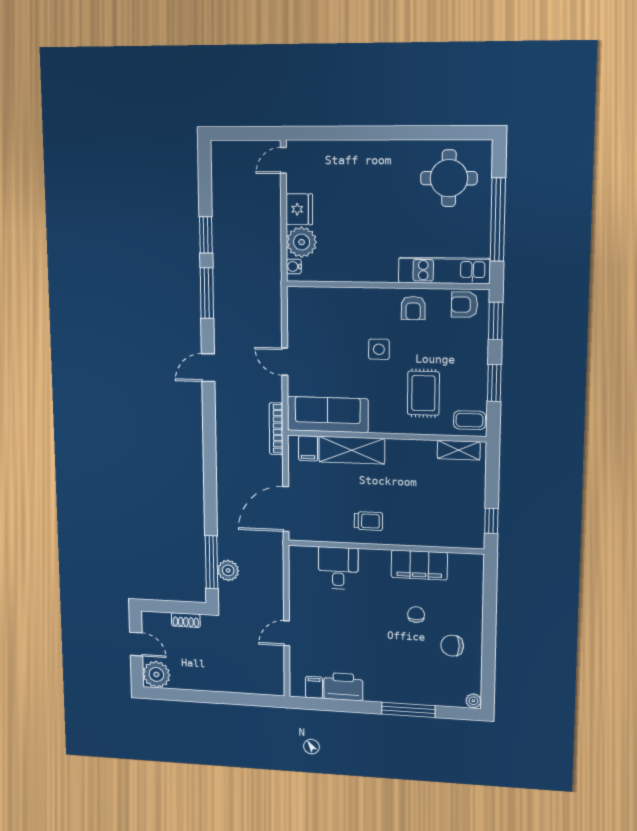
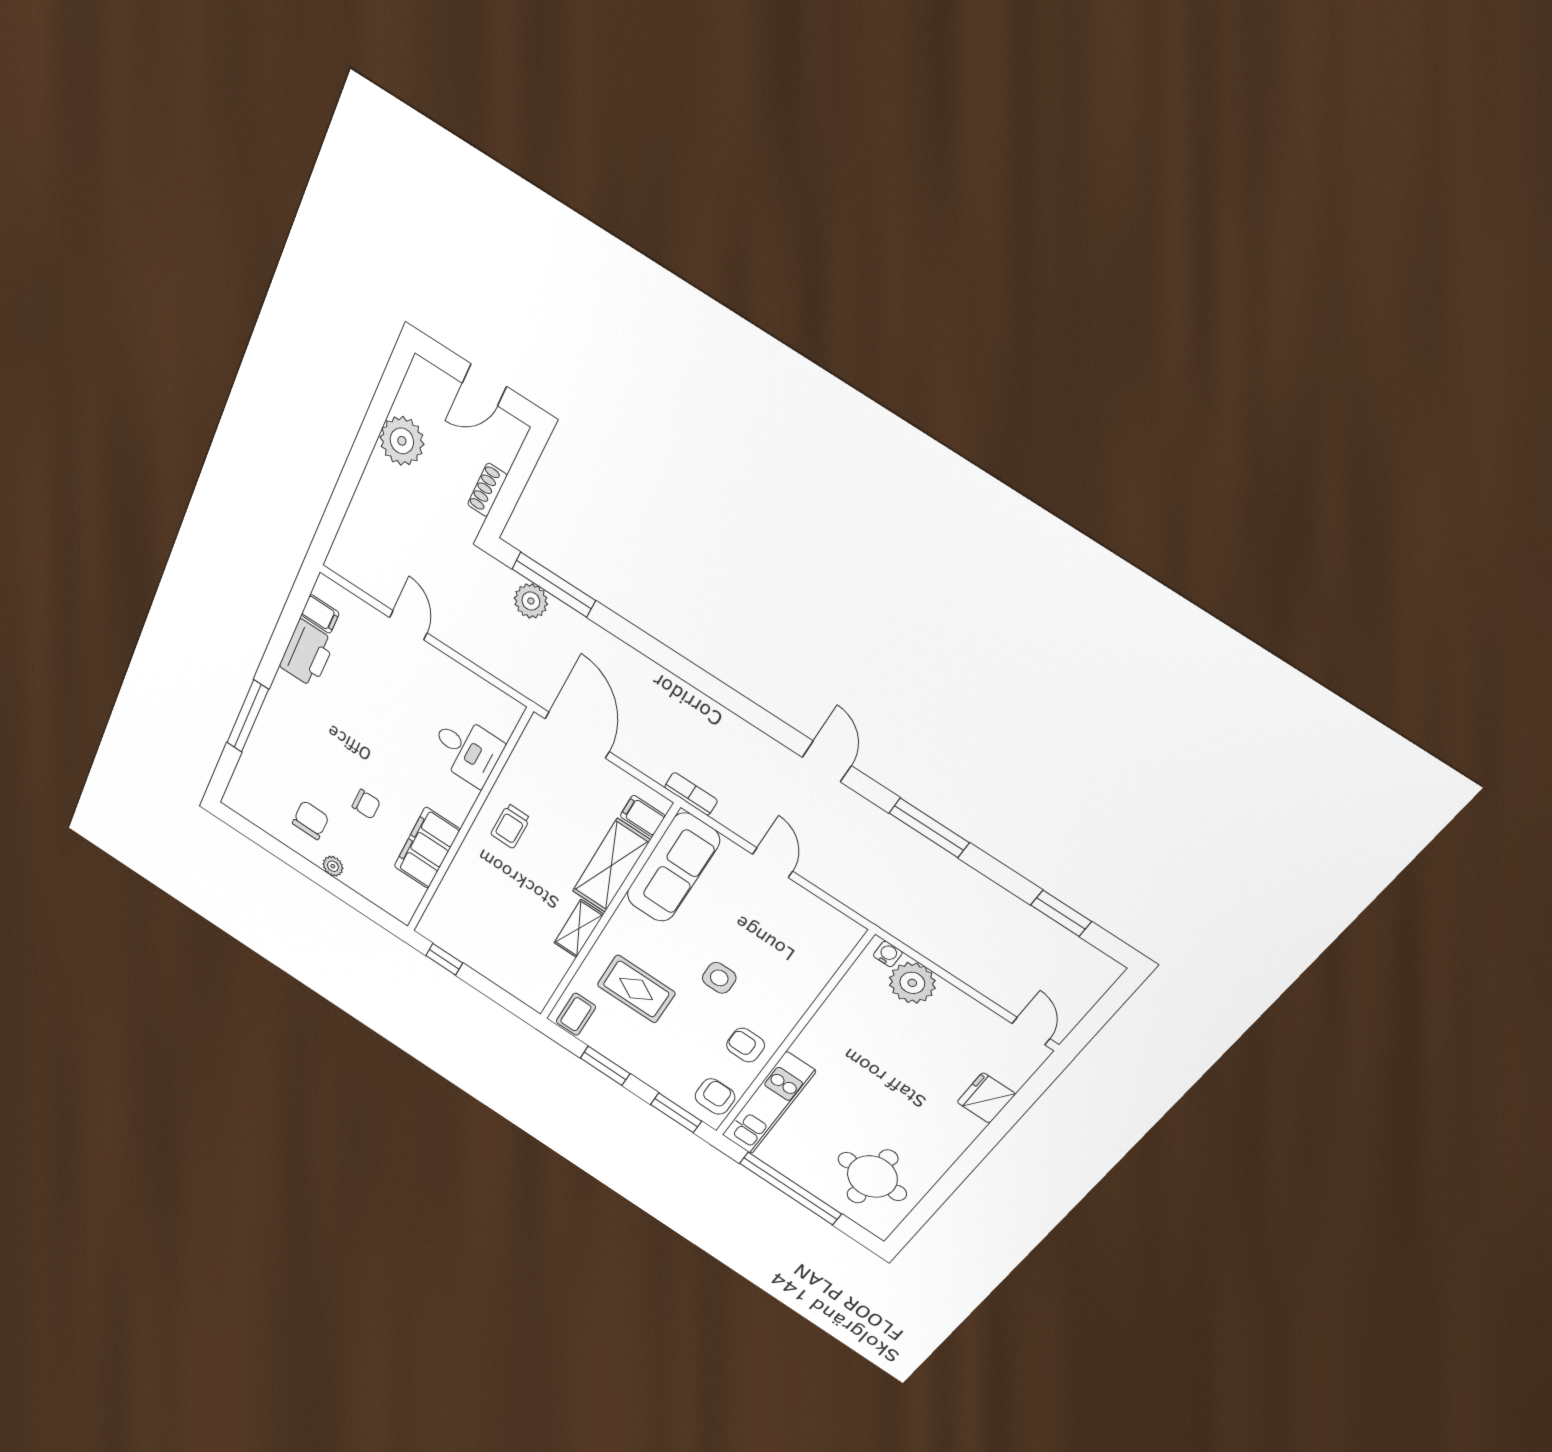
fridge: (299, 209) -> (986, 1098), moved, turned 90
window: (206, 235) -> (1061, 913), moved
door: (285, 362) -> (773, 863), hinge flipped
bookcase: (276, 429) -> (691, 794), width x0.64
shelving: (459, 450) -> (579, 929), moved
plant: (156, 674) -> (402, 441), moved
plant: (473, 701) -> (333, 866), moved

